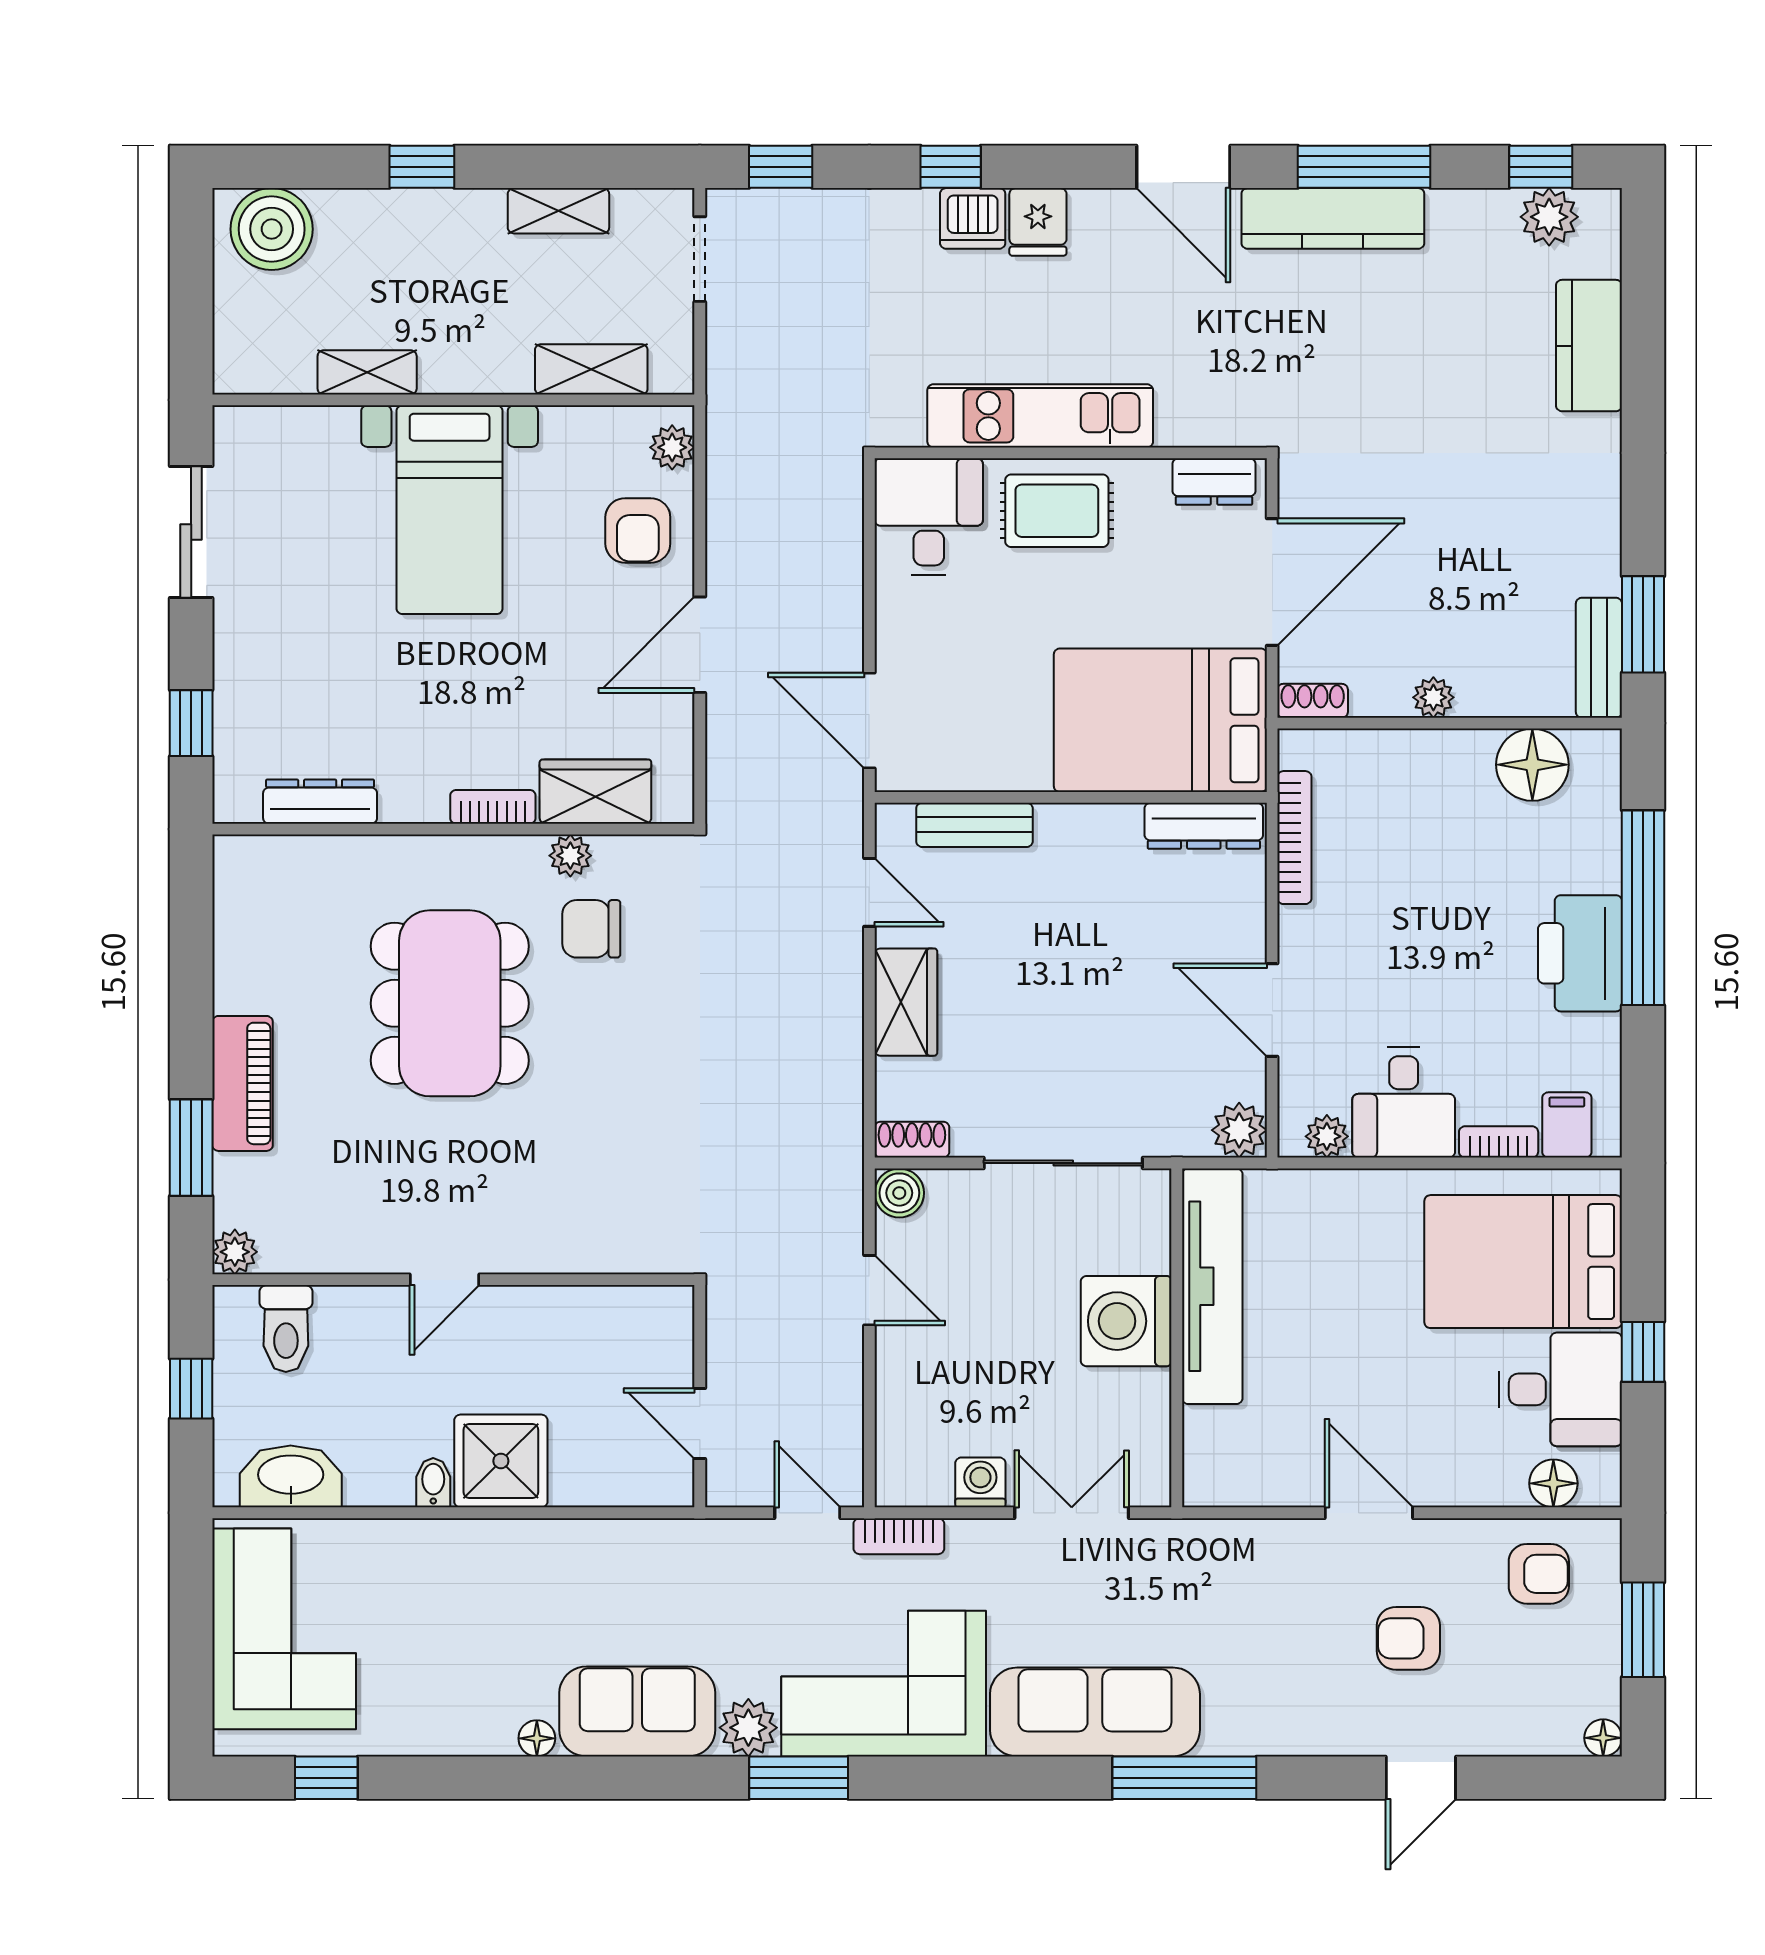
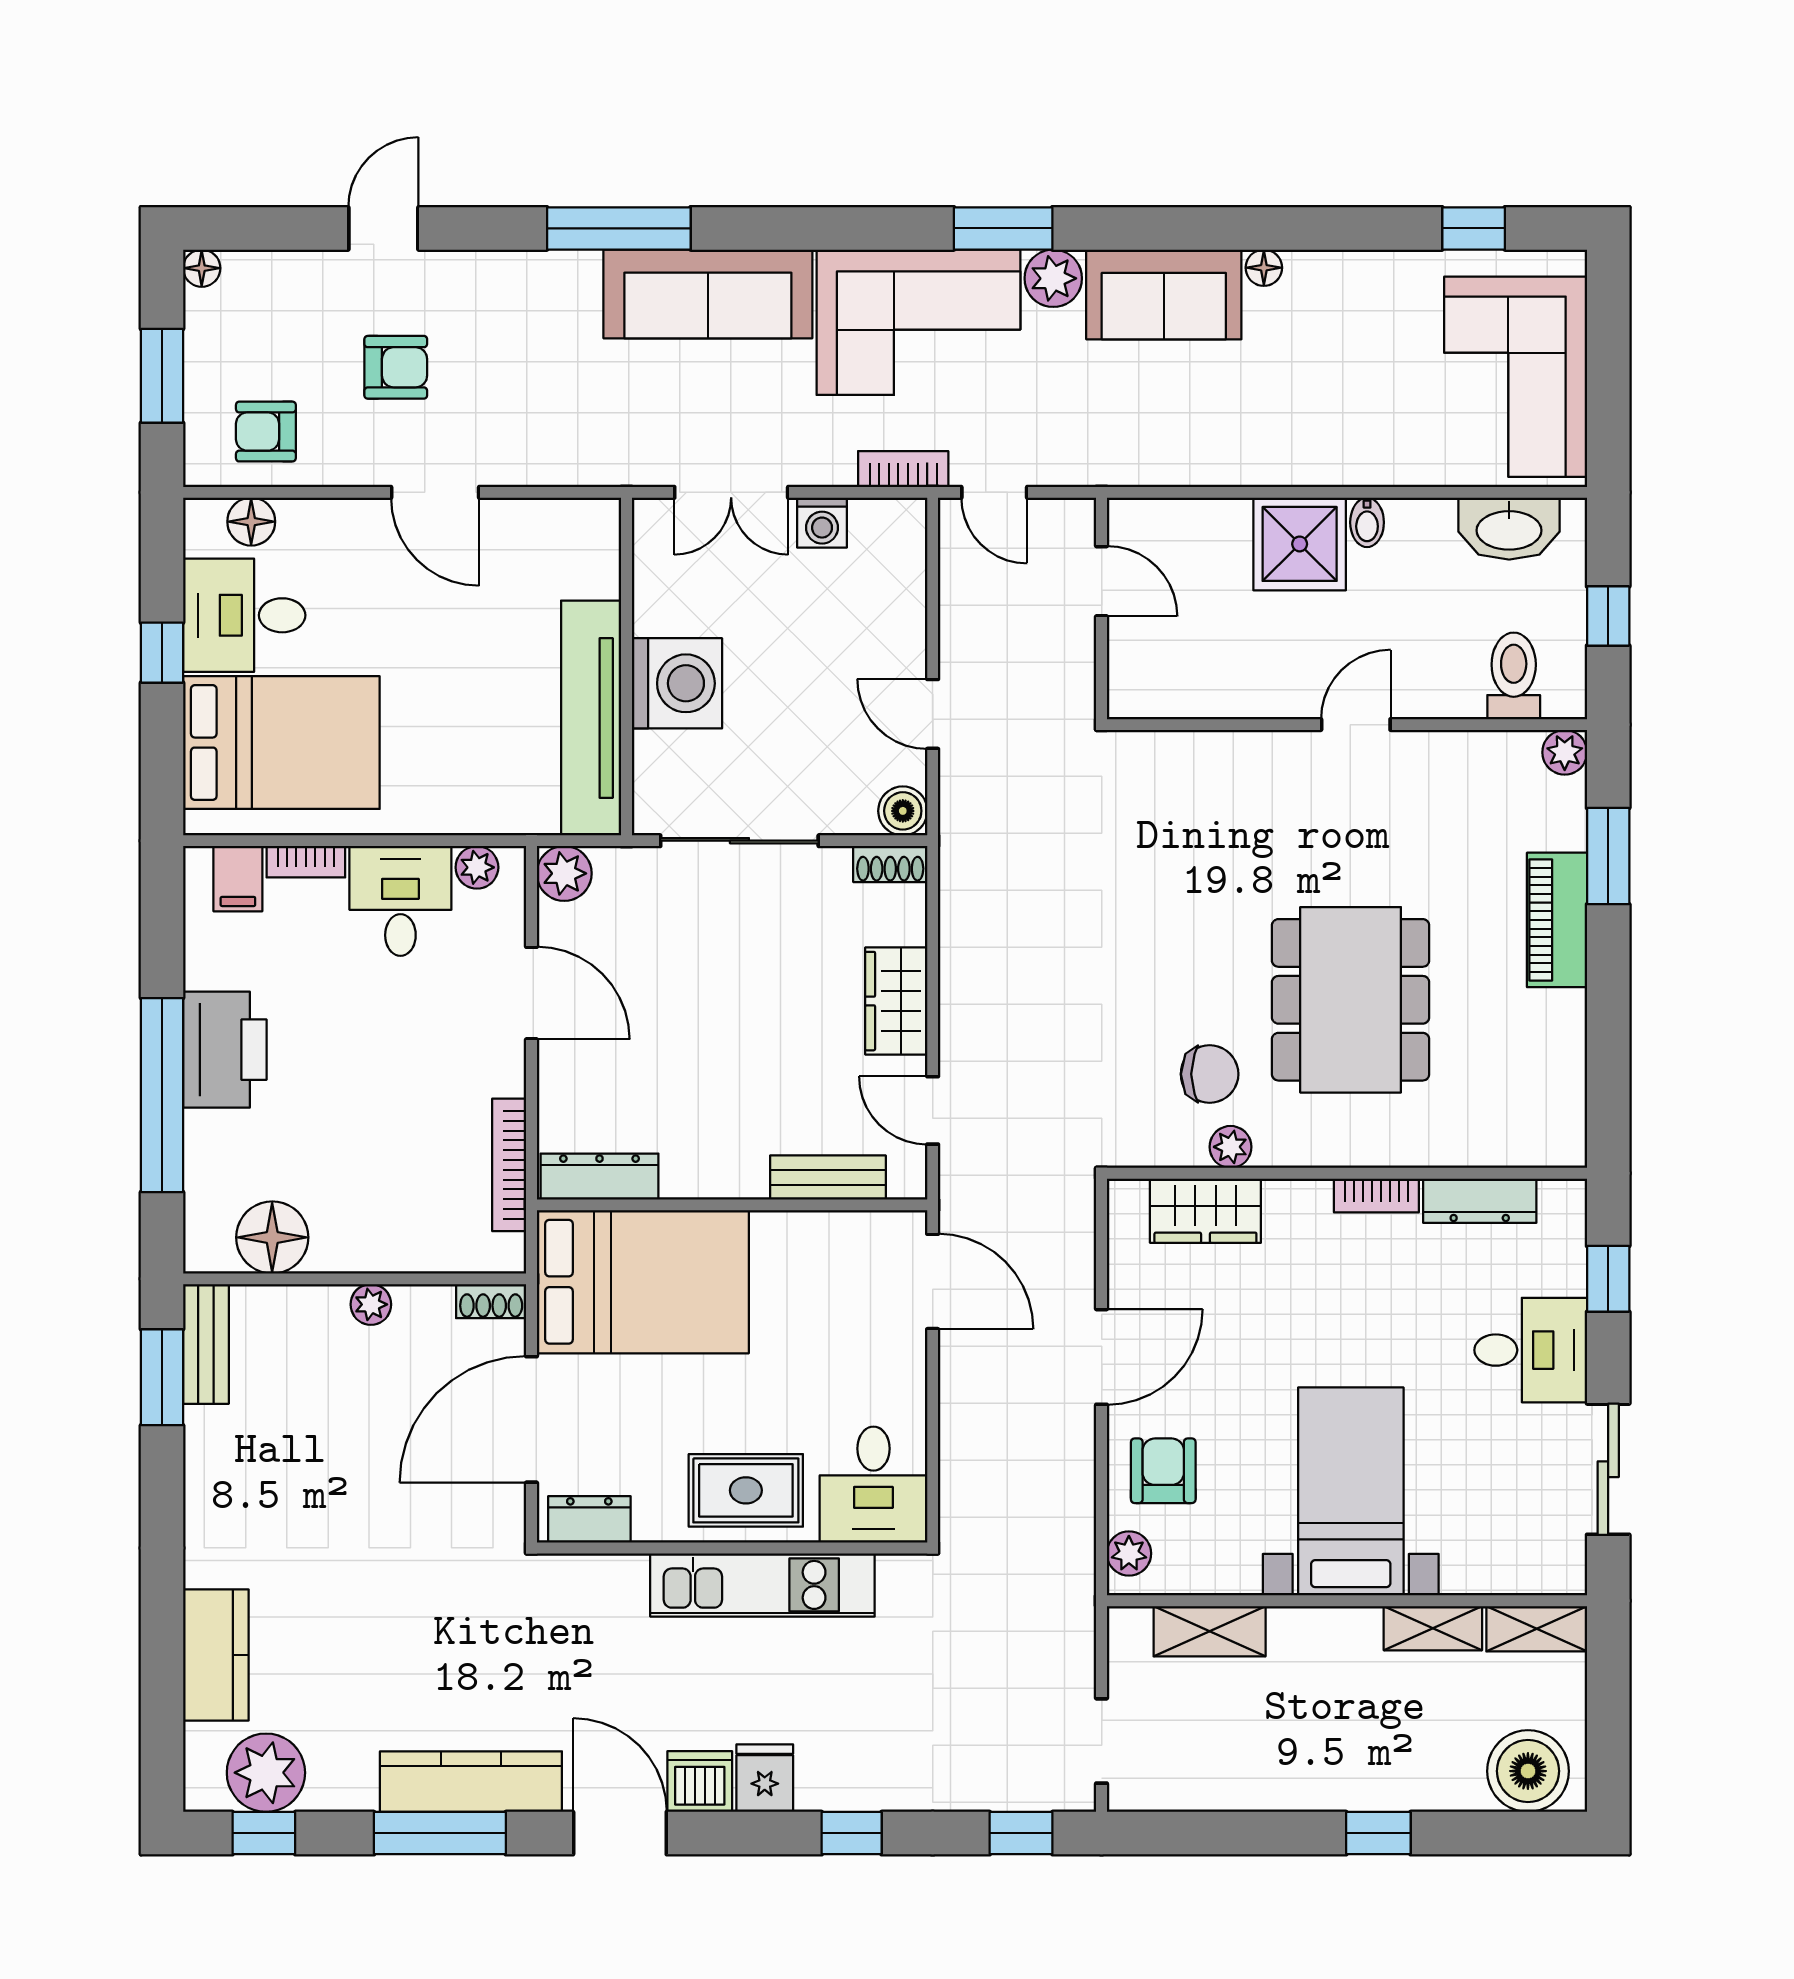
shelving: (558, 211) -> (1537, 1629), moved
plant: (1549, 217) -> (266, 1773), width x1.36, depth x1.36
dishwasher: (973, 218) -> (700, 1782), moved
desk: (269, 652) -> (1531, 1350), added
bookcase: (493, 807) -> (1376, 1195), moved

